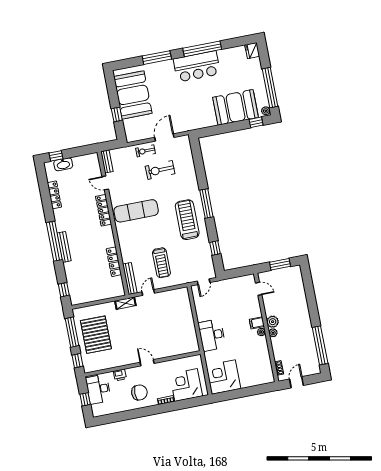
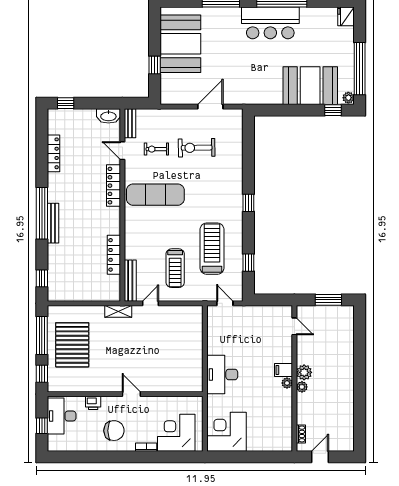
exercise bike: (146, 151) -> (156, 149), moved
washbasin: (63, 164) -> (108, 116), moved
window: (206, 204) -> (248, 203), width x0.46
treadmill: (187, 220) -> (212, 249), moved
door: (204, 282) -> (225, 303), swing flipped
window: (320, 345) -> (360, 415), removed

